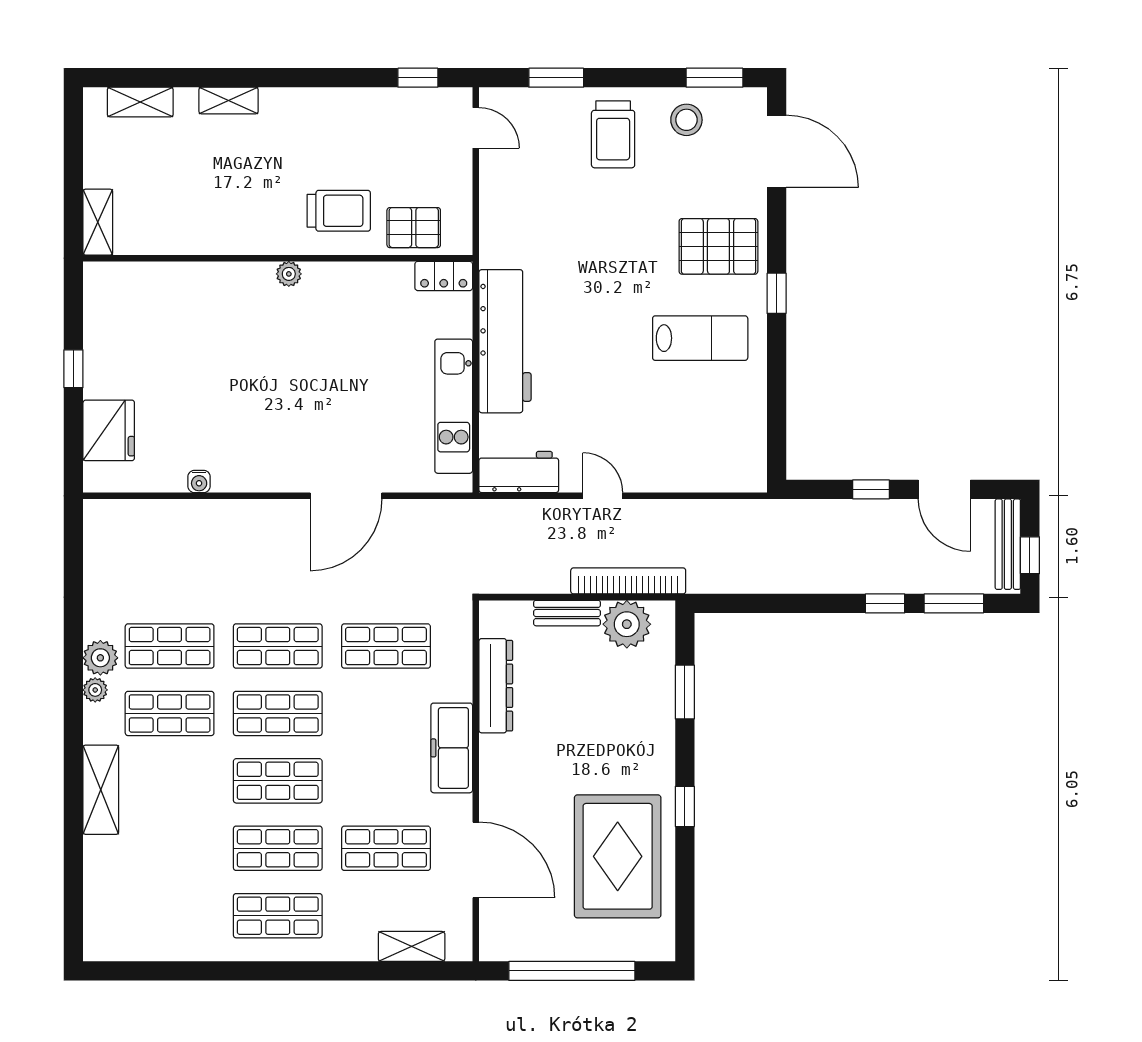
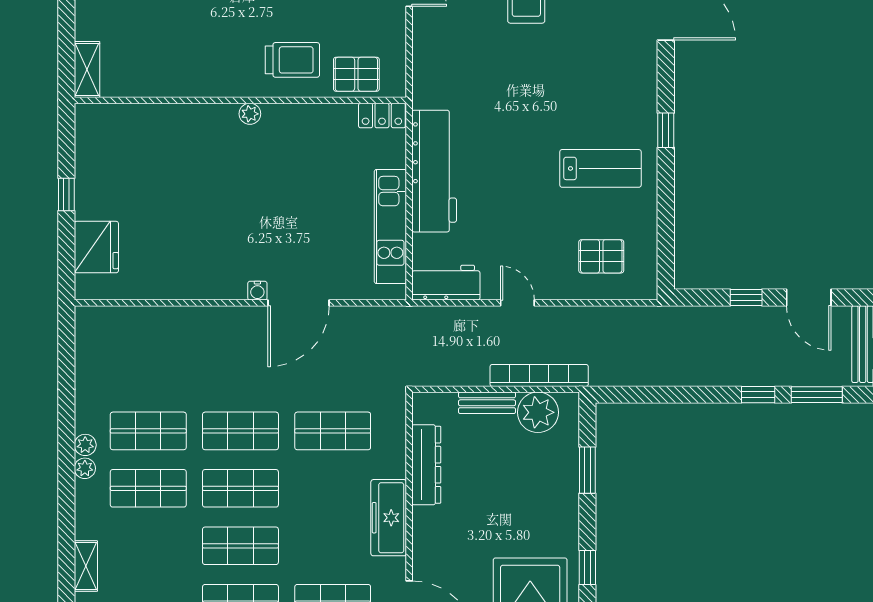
pallet: (718, 246) -> (601, 256), moved, width x0.67, depth x0.71
water cooler: (199, 481) -> (257, 291), moved
plant: (100, 658) -> (85, 445), width x0.73, depth x0.73
shelving: (101, 790) -> (86, 566), width x0.67, depth x0.75

